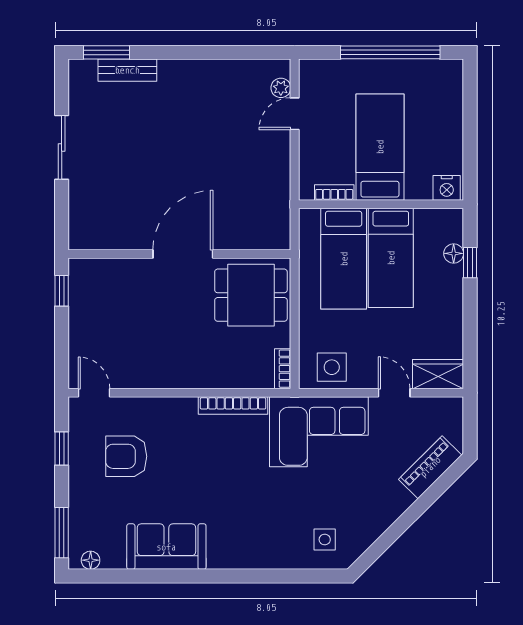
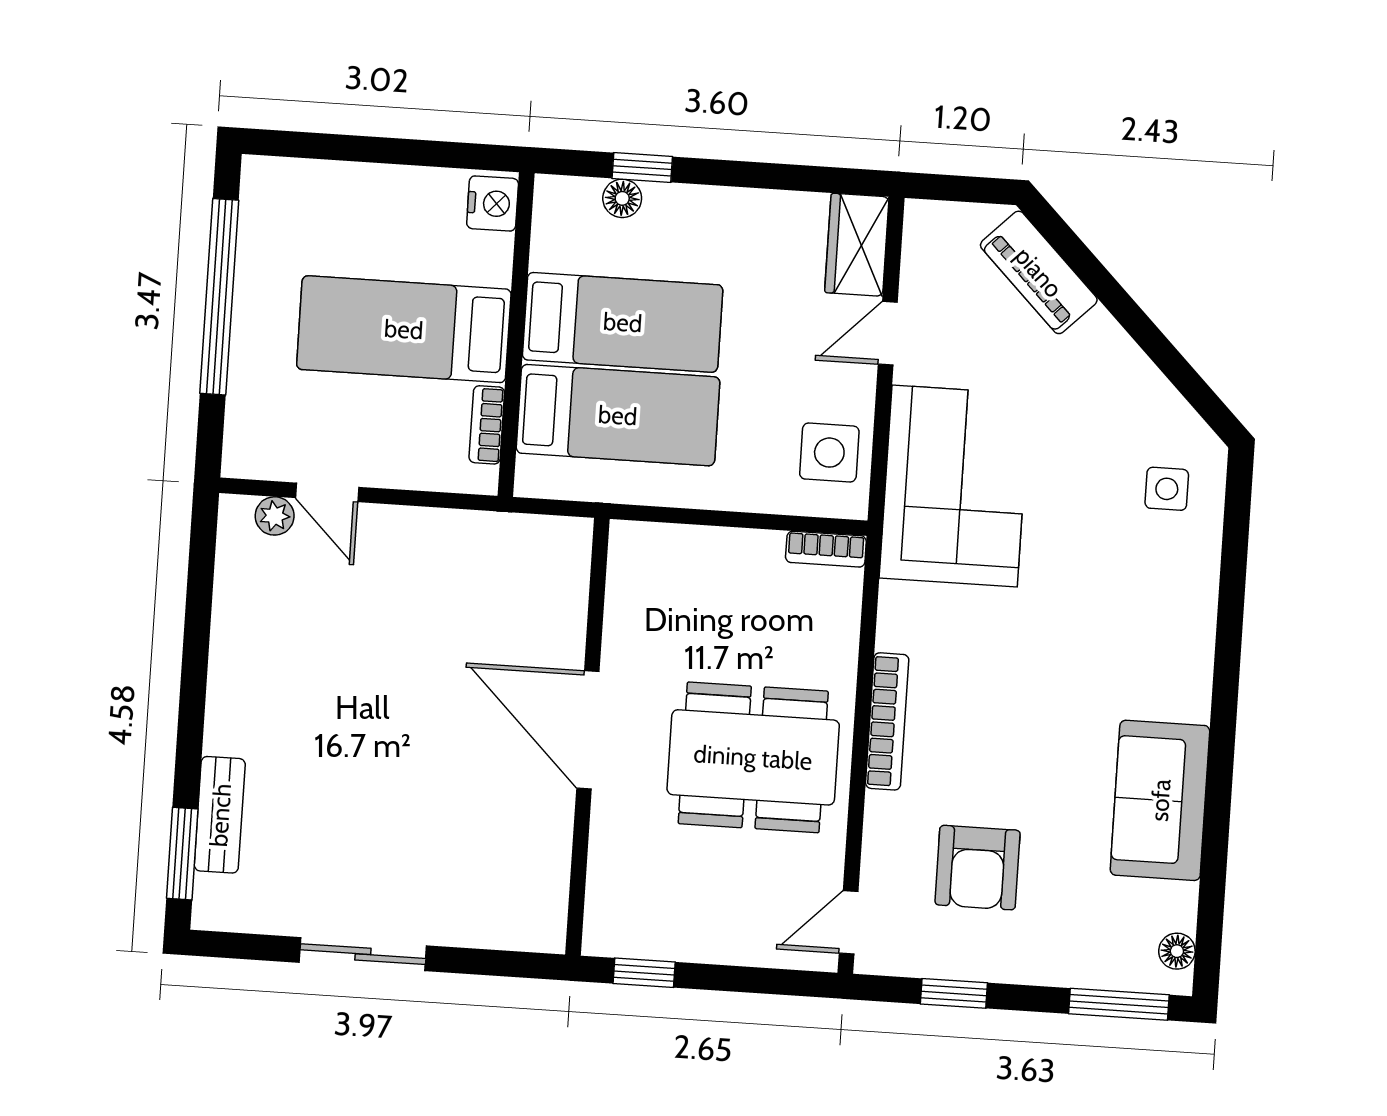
dining table: (251, 295) -> (753, 757), moved, width x1.38
bookcase: (233, 406) -> (887, 721), moved

